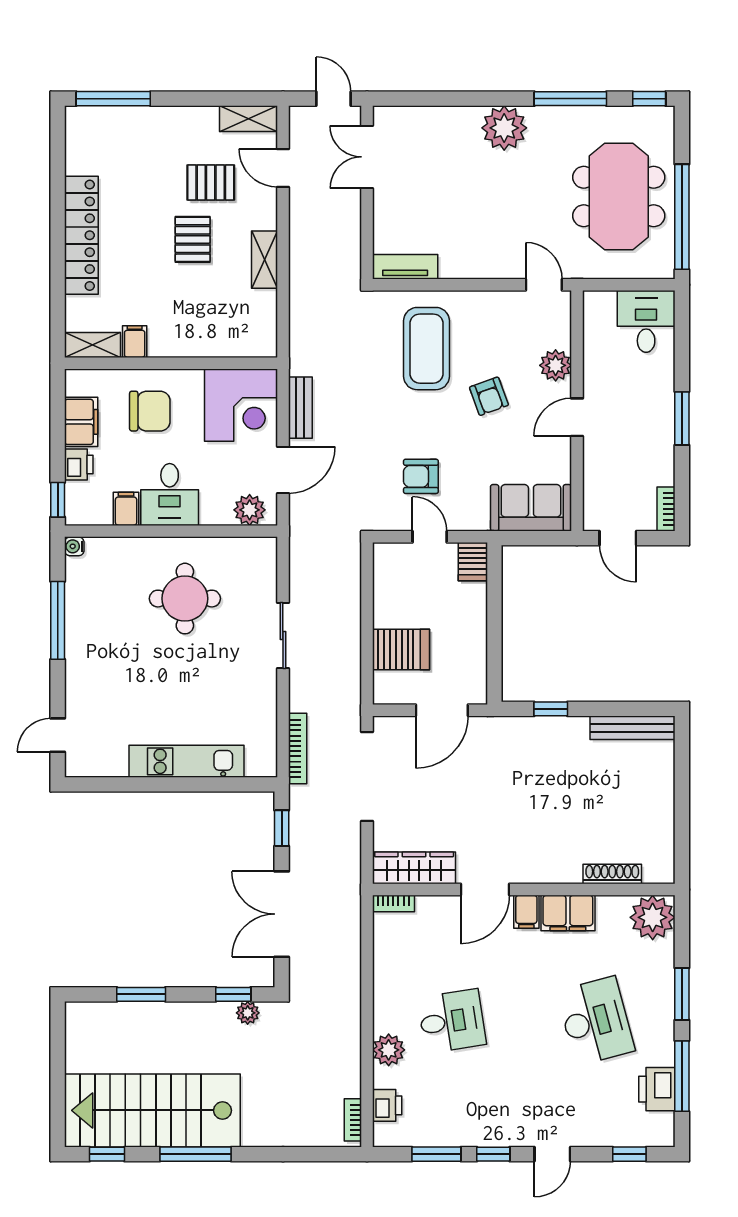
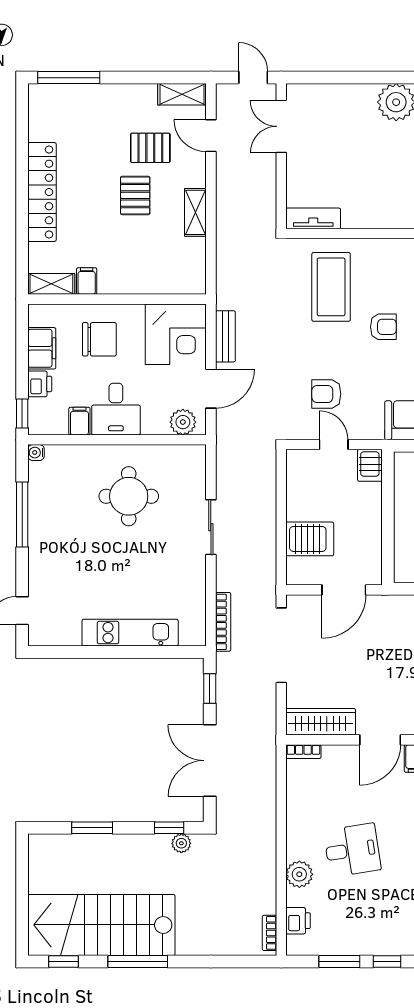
armchair: (489, 396) -> (383, 327), turned -70

